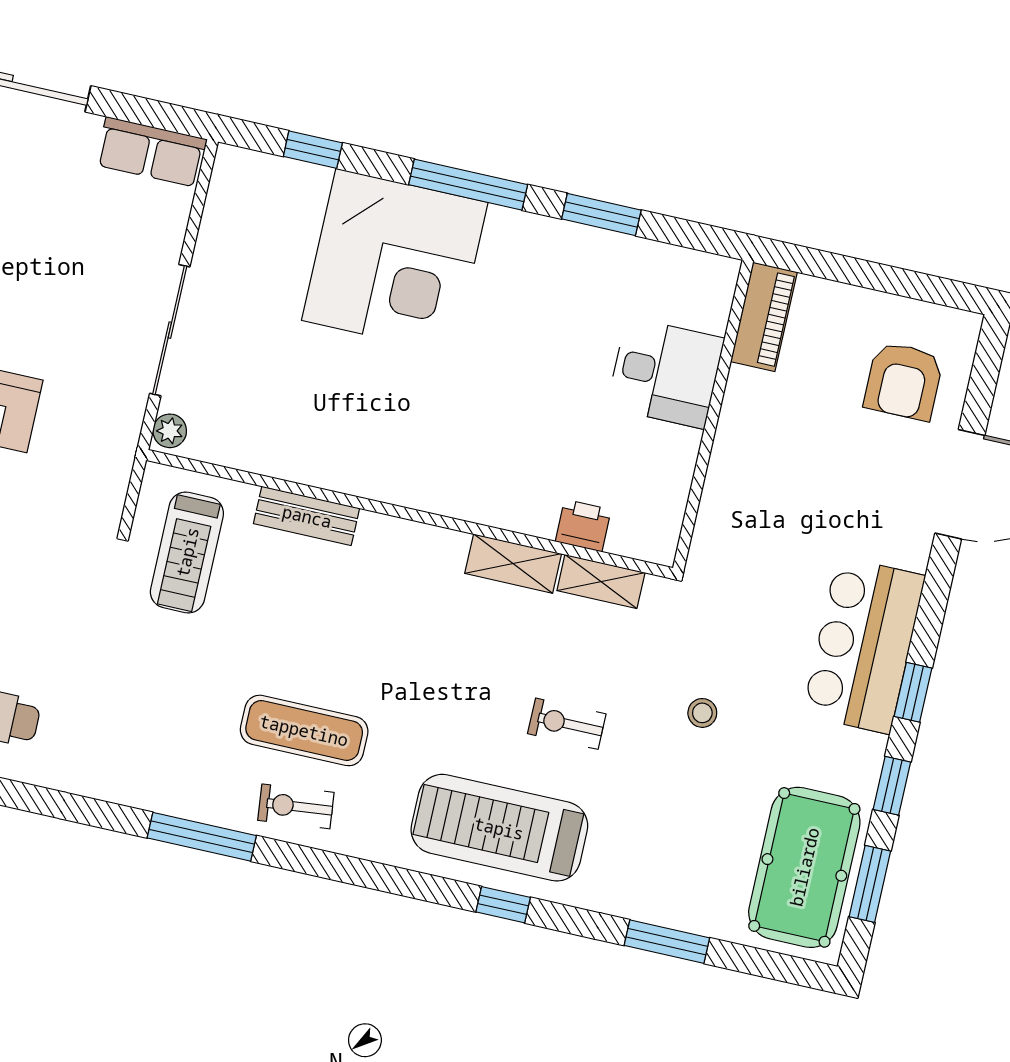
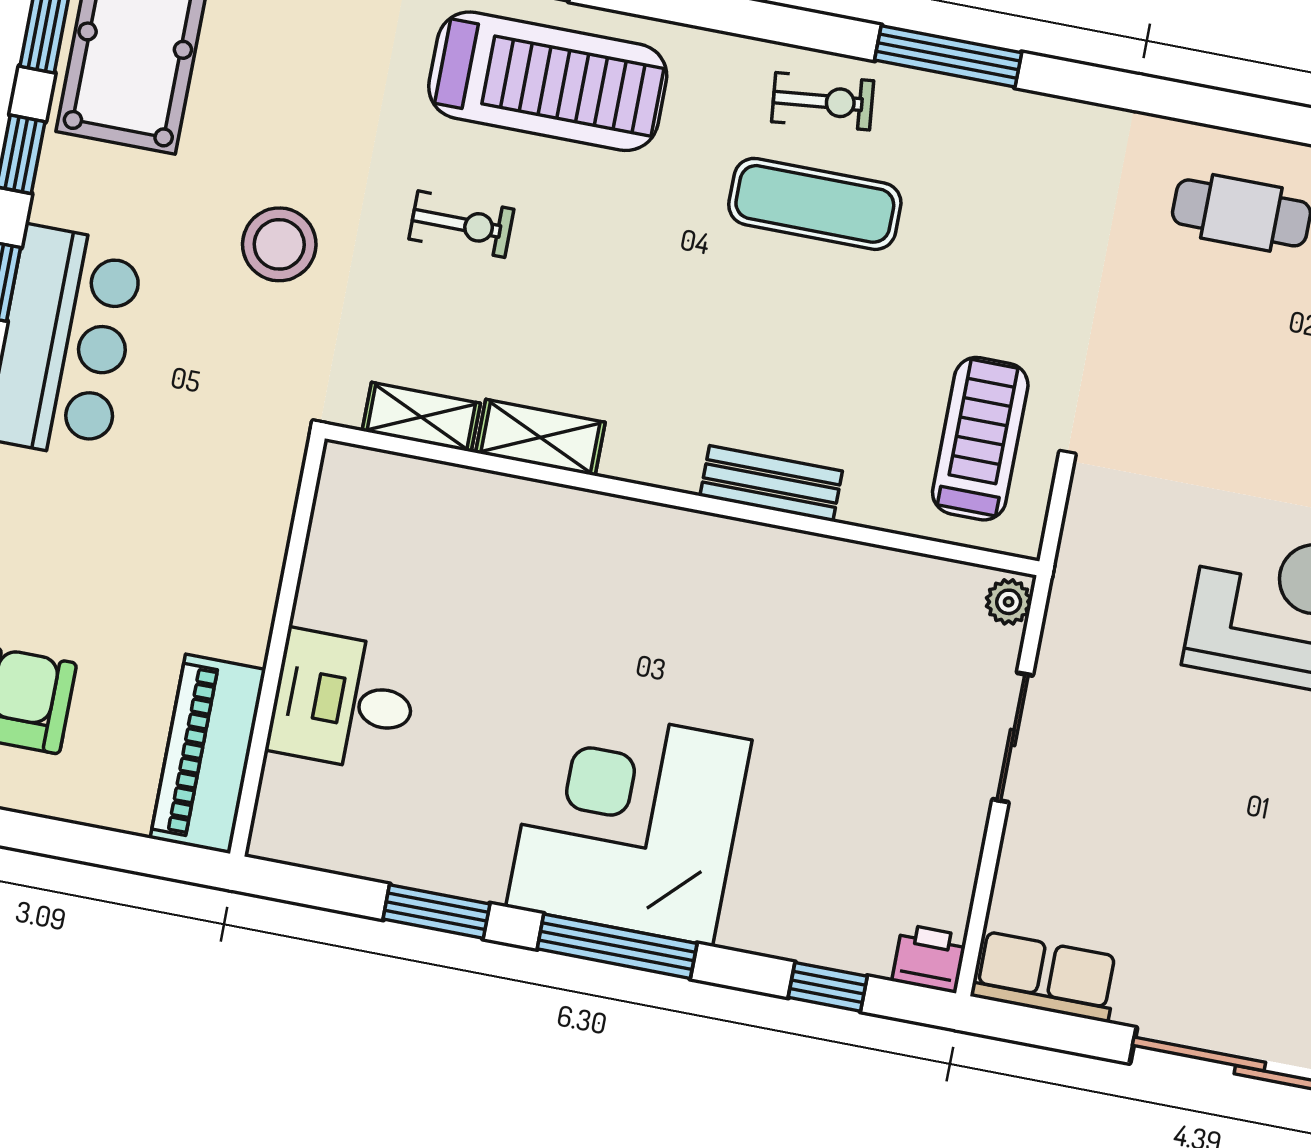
corner desk: (395, 261) -> (629, 823), moved
piano: (764, 317) -> (208, 754), width x1.37, depth x1.33
sliding door: (170, 330) -> (1013, 737), width x0.73
bench: (307, 516) -> (771, 484), moved
printer: (583, 526) -> (929, 958), moved, turned 180
stool: (702, 713) -> (279, 244), width x1.89, depth x1.89

